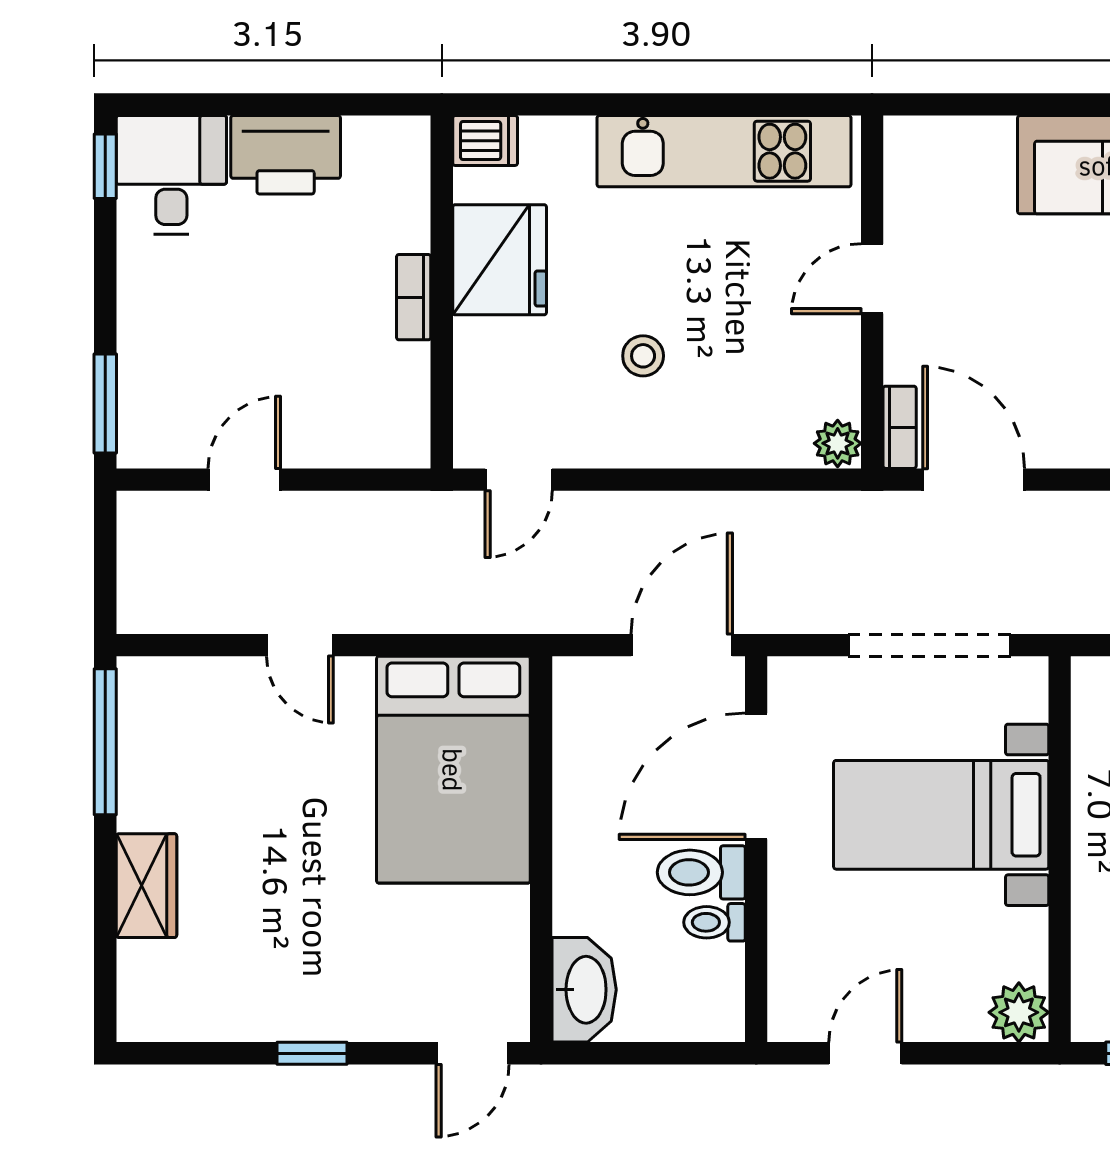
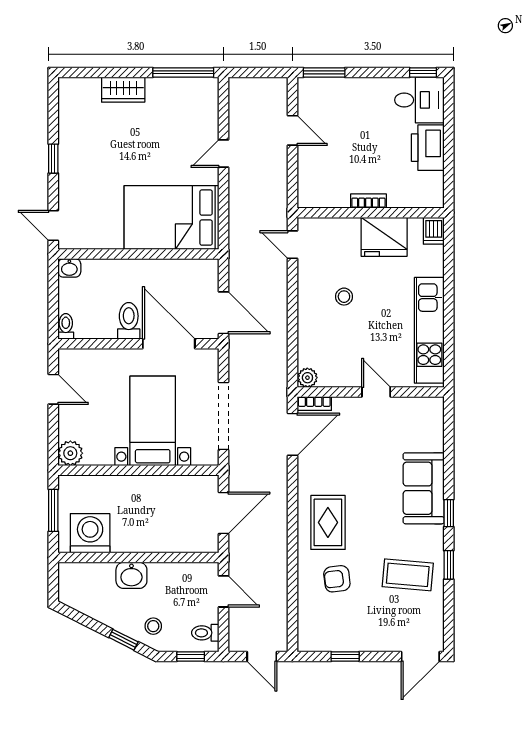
toilet: (715, 922) -> (66, 326), moved
washbasin: (584, 990) -> (69, 268), width x0.52, depth x0.69

